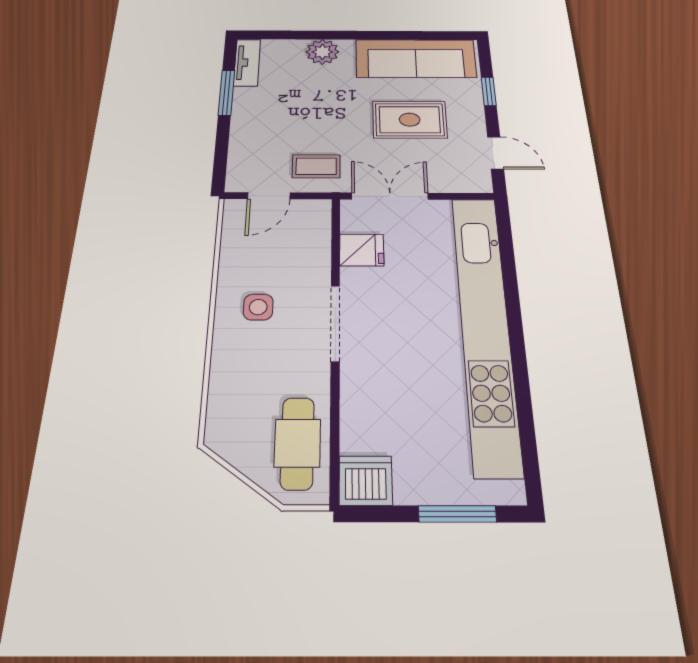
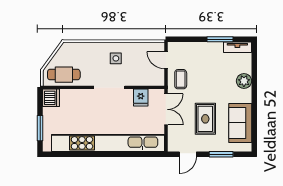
sofa: (416, 58) -> (240, 123), width x0.73
window: (489, 91) -> (221, 154), width x1.50

